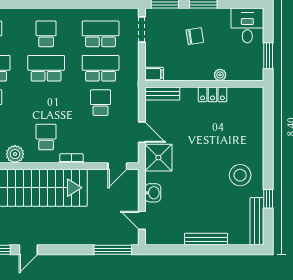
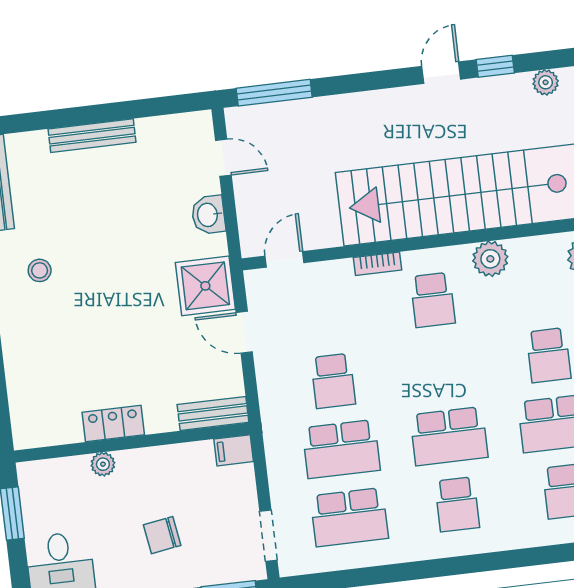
stool: (240, 175) -> (40, 270), width x0.53, depth x0.53

